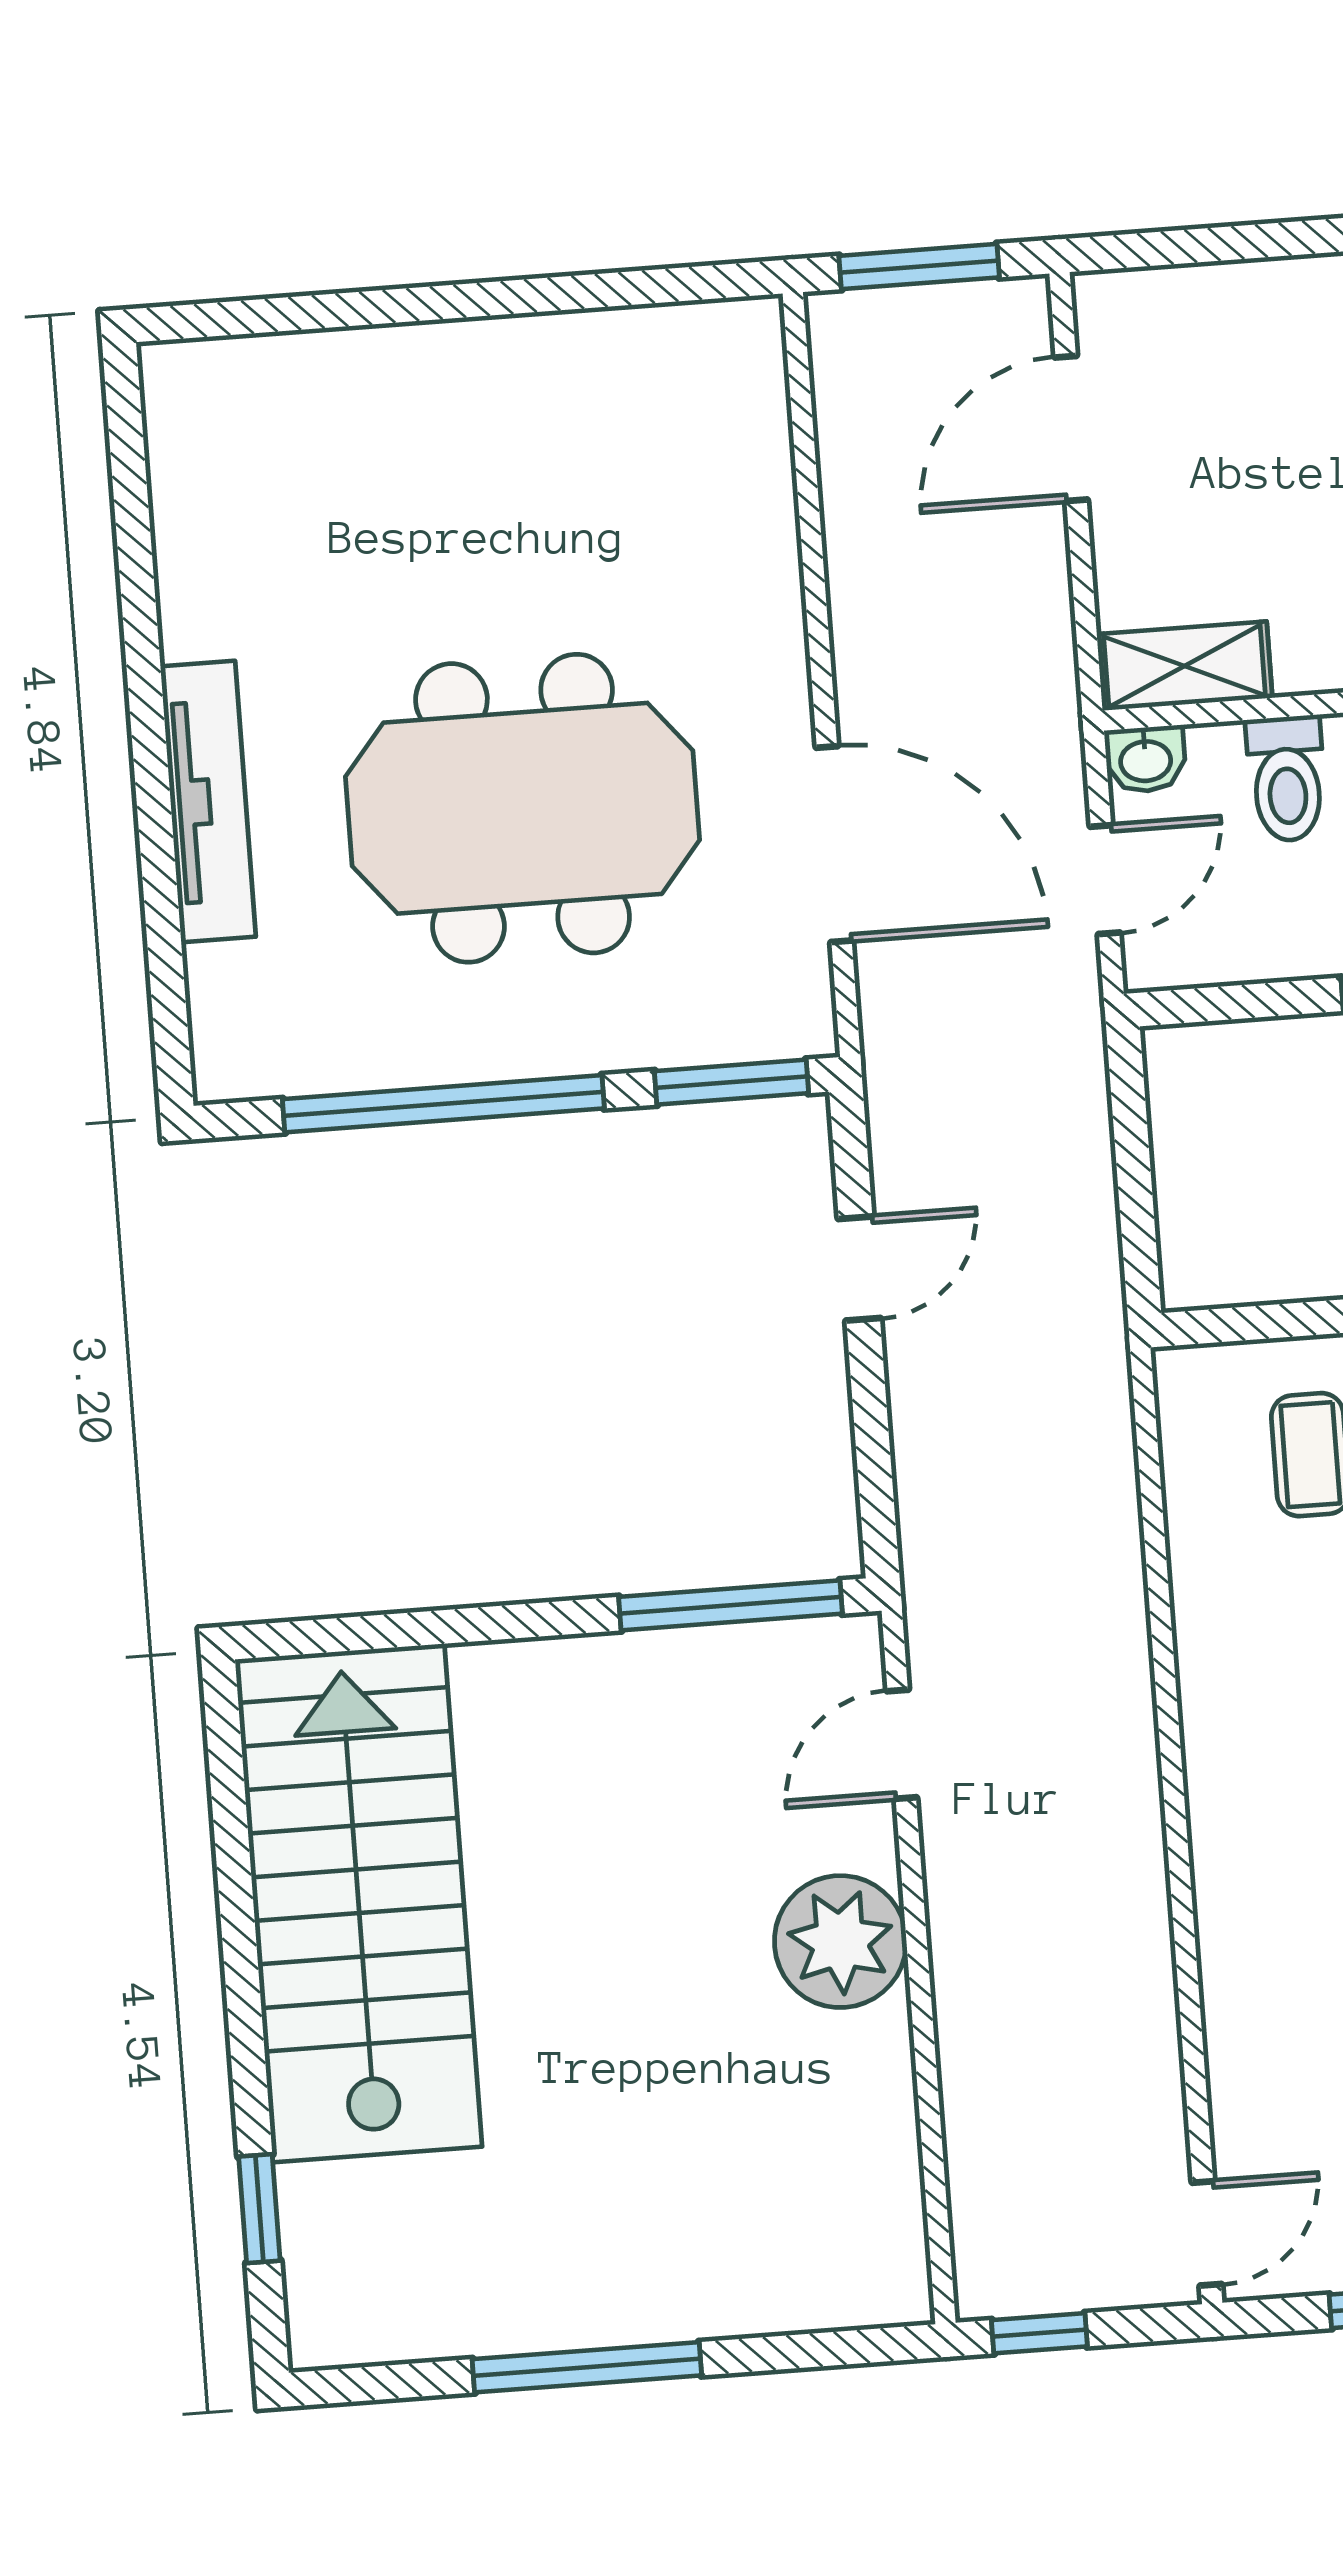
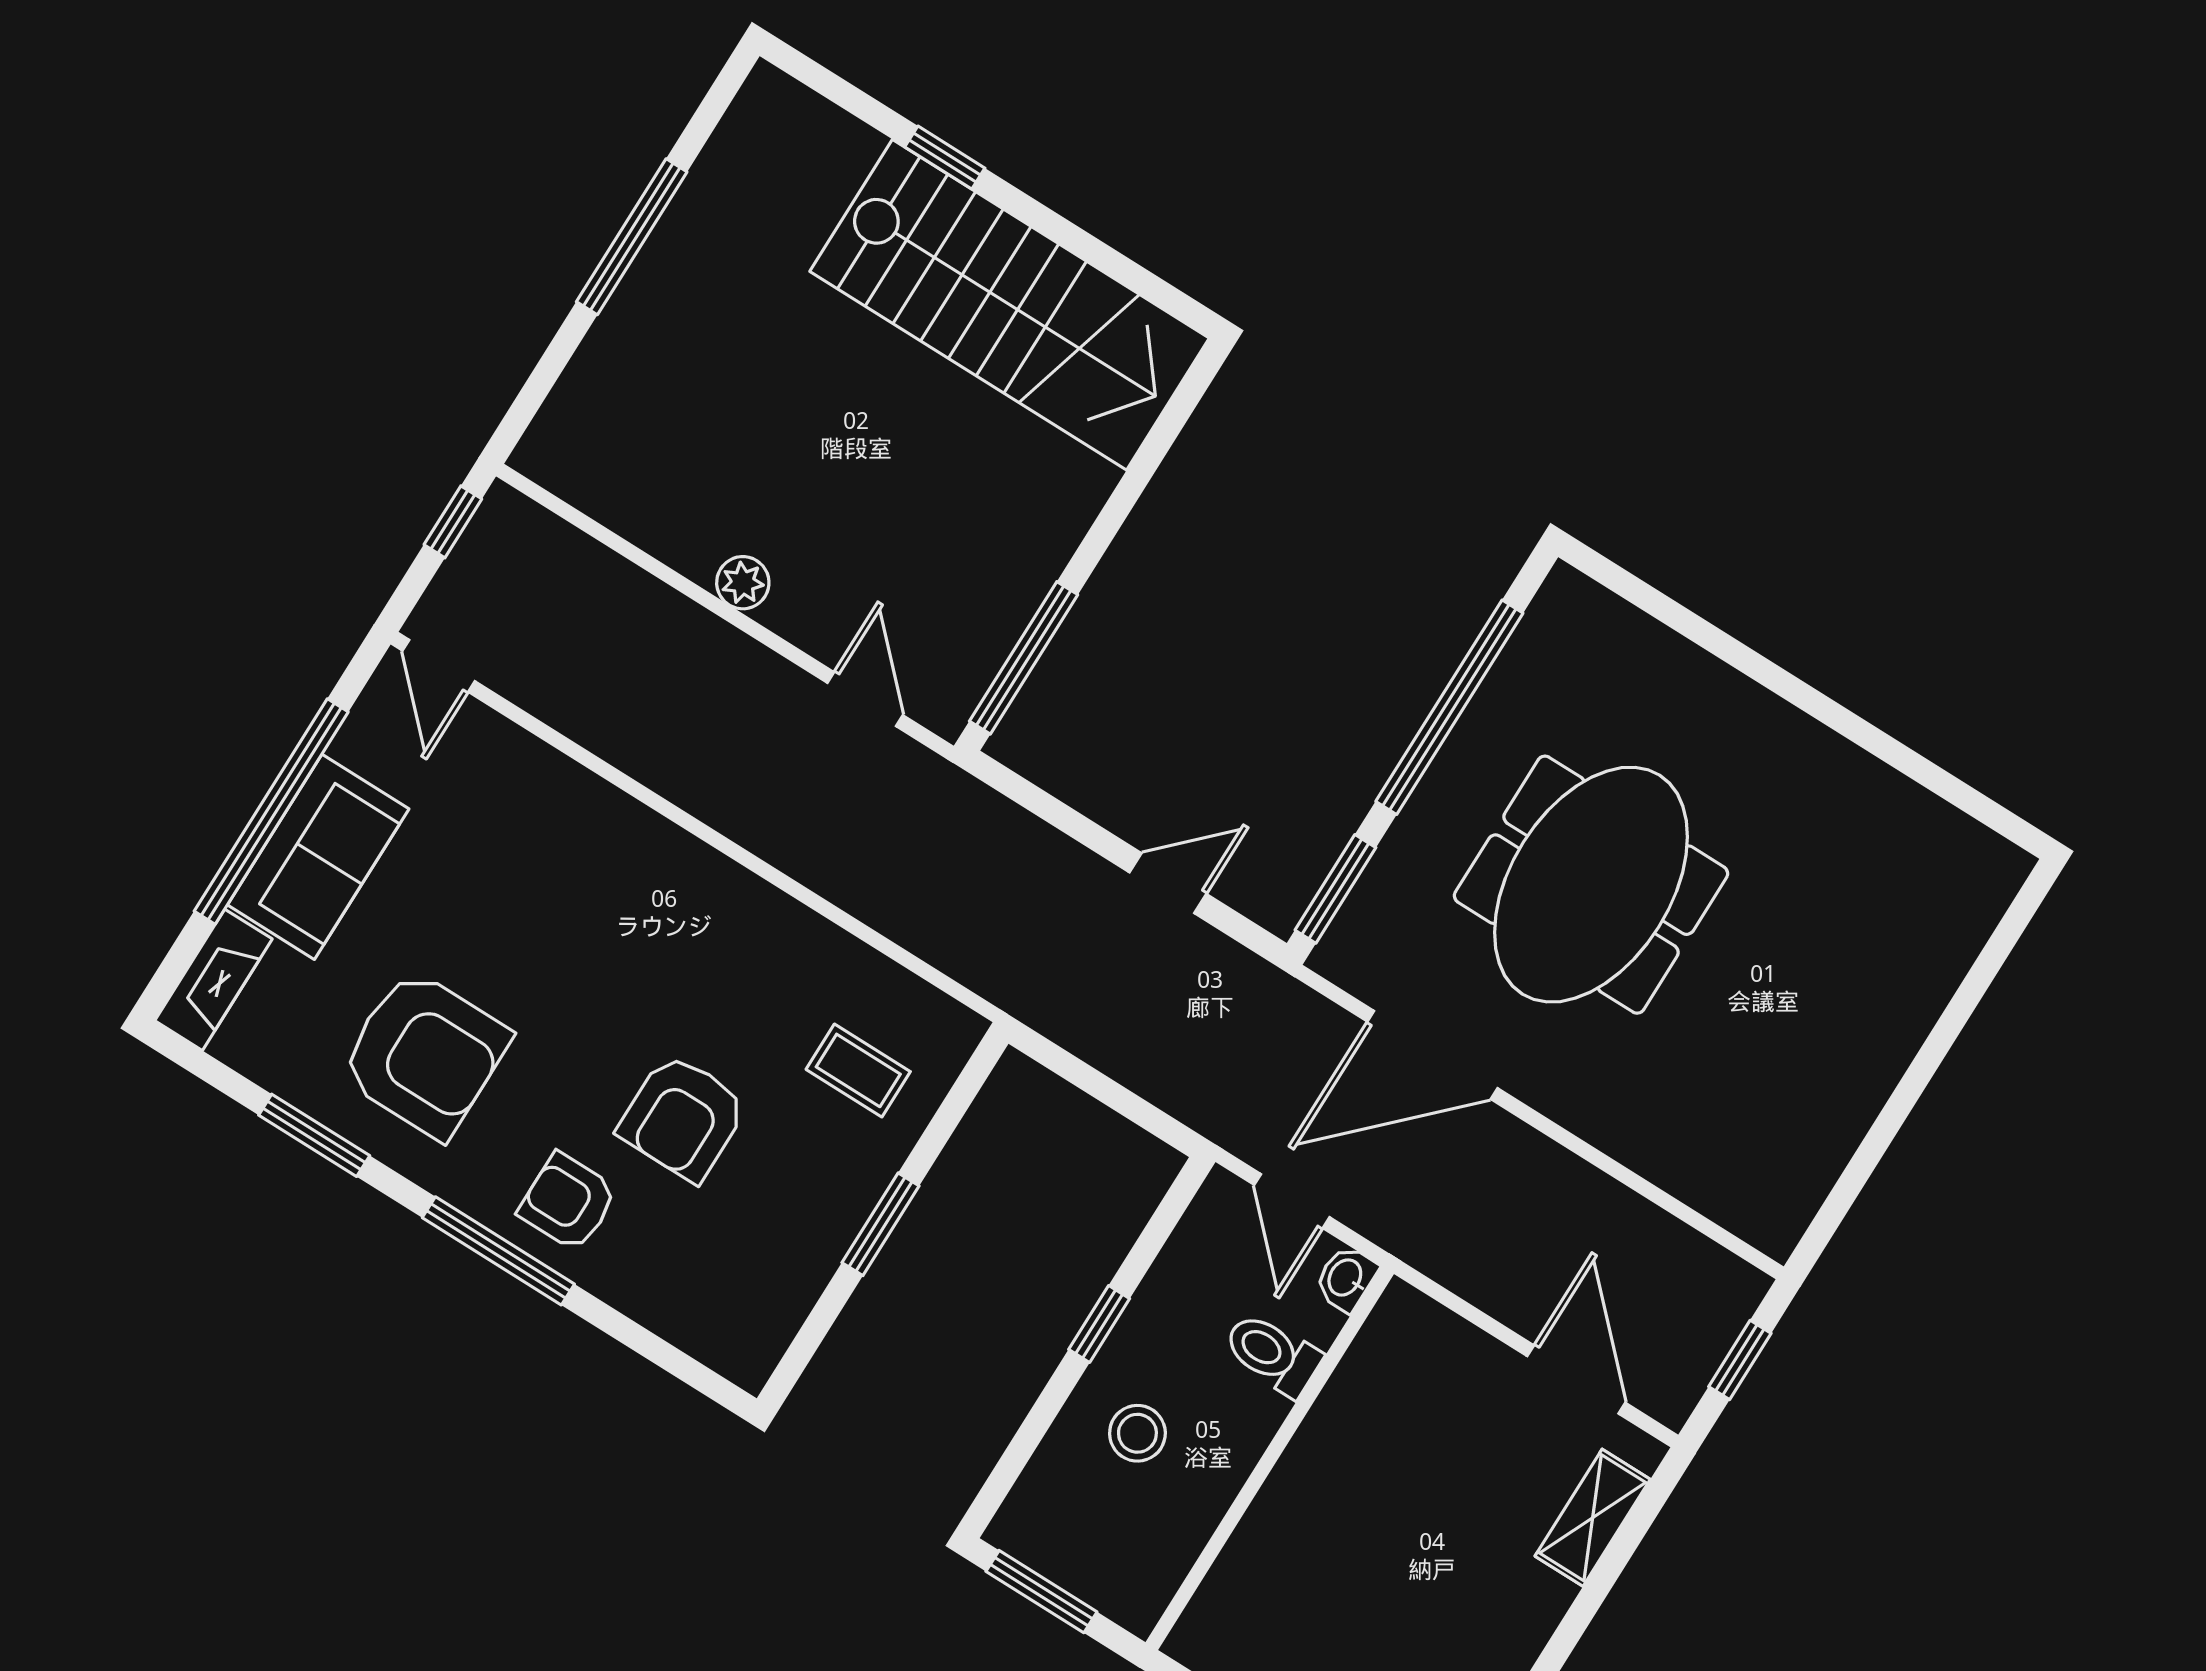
window: (919, 267) -> (1740, 1360), width x0.67
shelving: (1185, 666) -> (1593, 1518), moved
tv unit: (208, 801) -> (1734, 700), removed
door: (859, 1269) -> (1168, 883), swing flipped
plant: (840, 1942) -> (743, 583), width x0.53, depth x0.53
window: (259, 2209) -> (945, 158), moved

